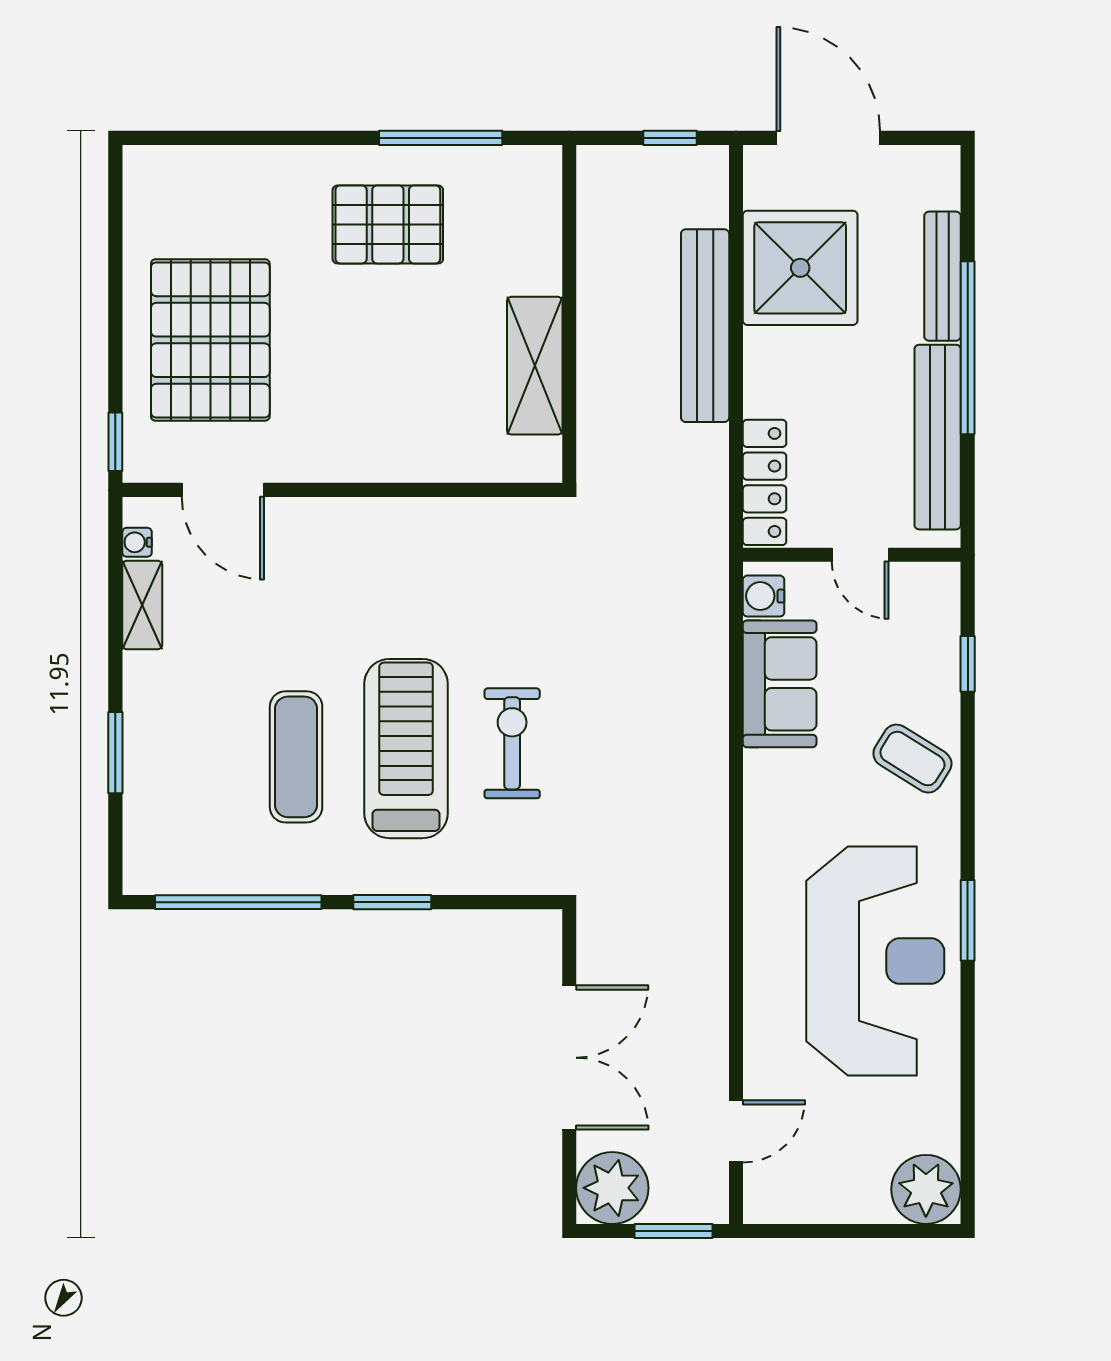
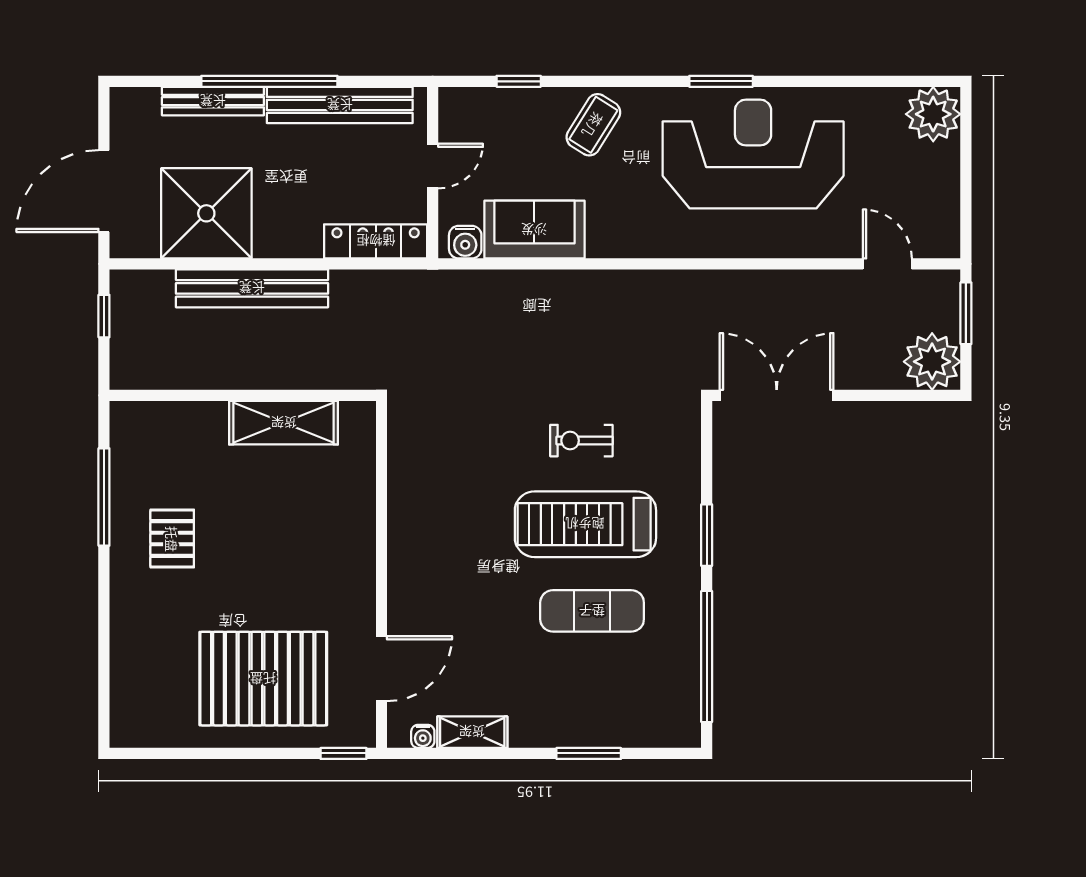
pallet: (388, 224) -> (172, 539), width x0.67, depth x0.71
exercise bike: (512, 743) -> (581, 441), width x0.73, depth x0.72
double door: (569, 1058) -> (777, 395), moved

